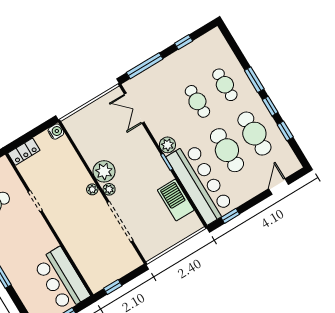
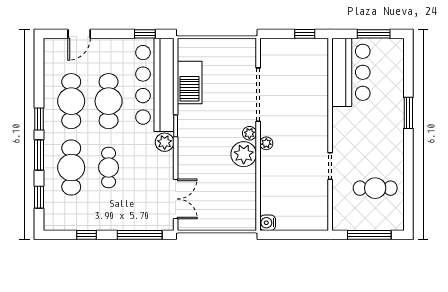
cafe table: (225, 85) -> (71, 168), width x1.37, depth x1.35
window: (285, 131) -> (39, 197), moved
locker: (24, 152) -> (312, 222), removed

